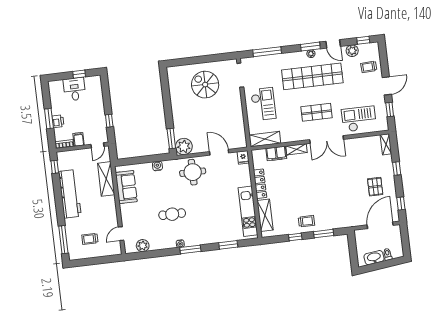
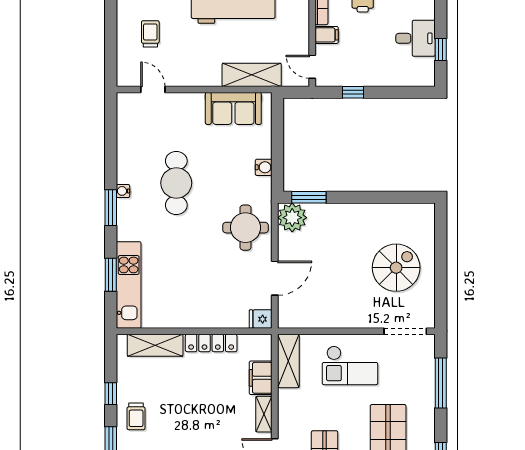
kitchen unit: (248, 211) -> (129, 285), moved, turned 90
cafe table: (172, 214) -> (176, 183), width x1.37, depth x1.35
plant: (143, 246) -> (127, 125), removed

